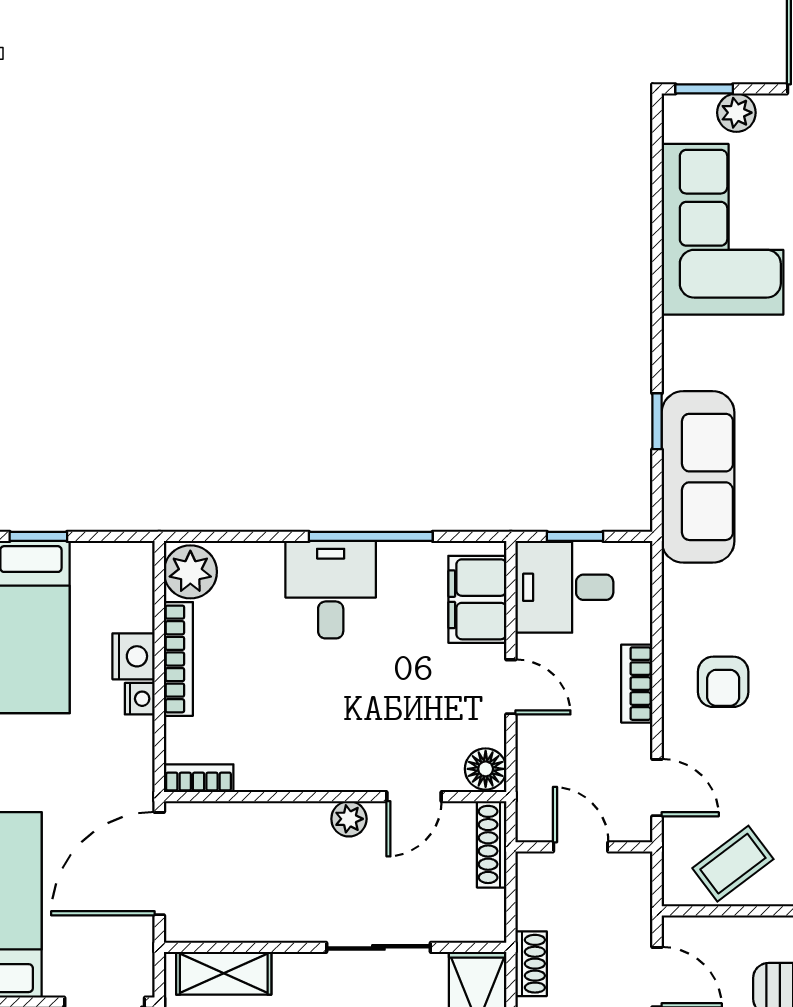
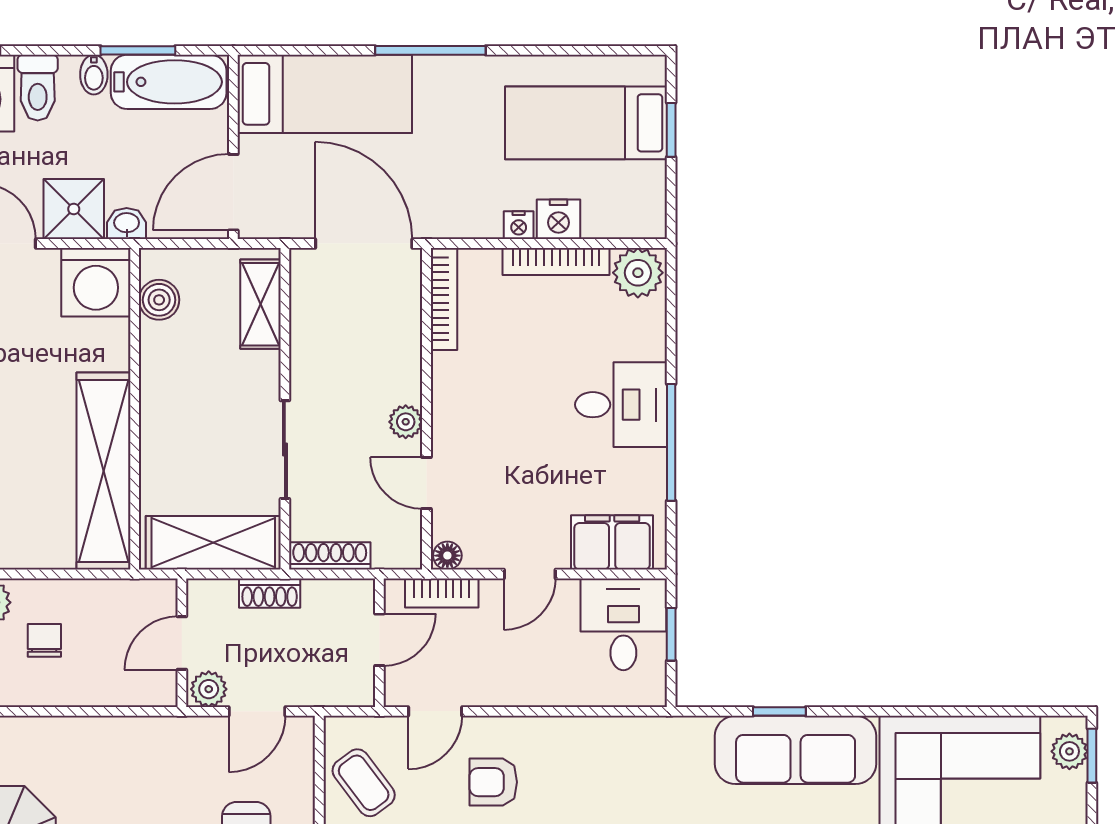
plant: (736, 113) -> (1069, 751), moved
sofa: (698, 477) -> (796, 750), moved
armchair: (723, 682) -> (493, 782), moved
bookcase: (637, 684) -> (442, 593), moved, turned 180
floor lamp: (486, 769) -> (447, 556), width x0.73, depth x0.73
bookcase: (199, 778) -> (444, 299), width x1.56
shoe rack: (492, 844) -> (330, 556), moved

